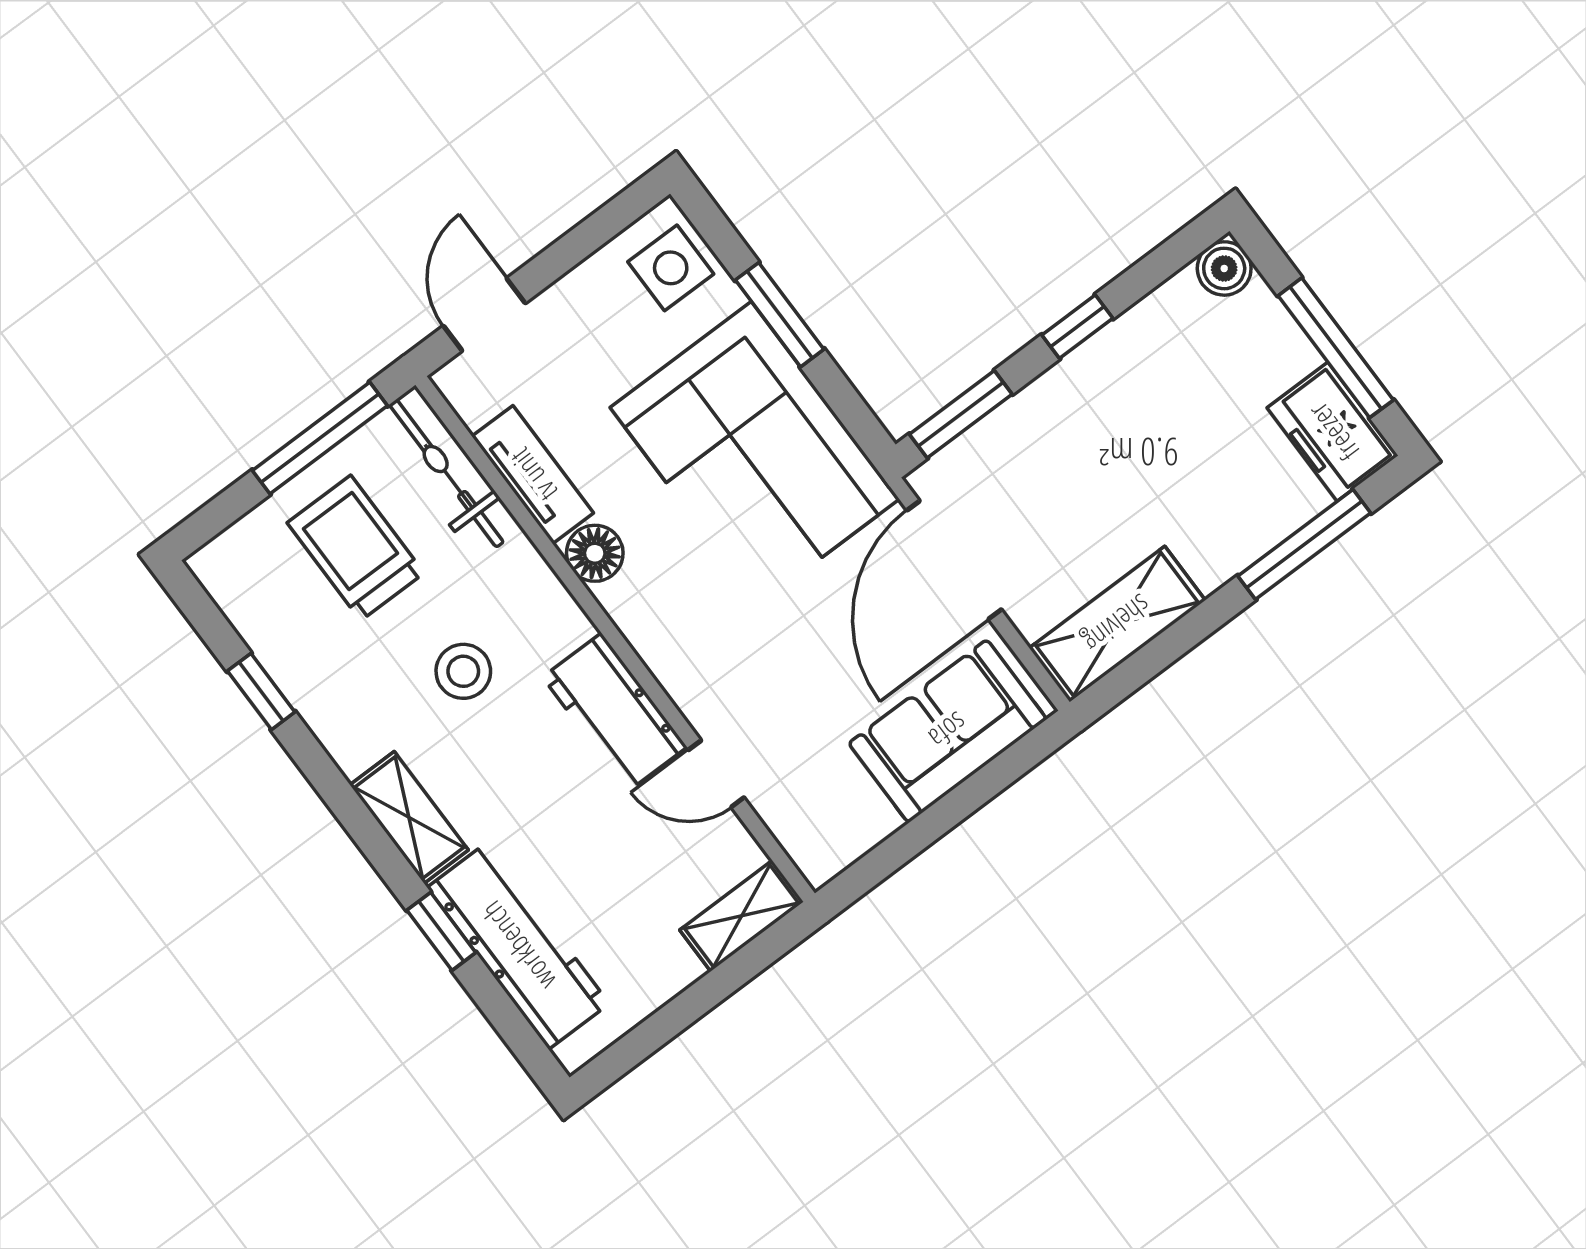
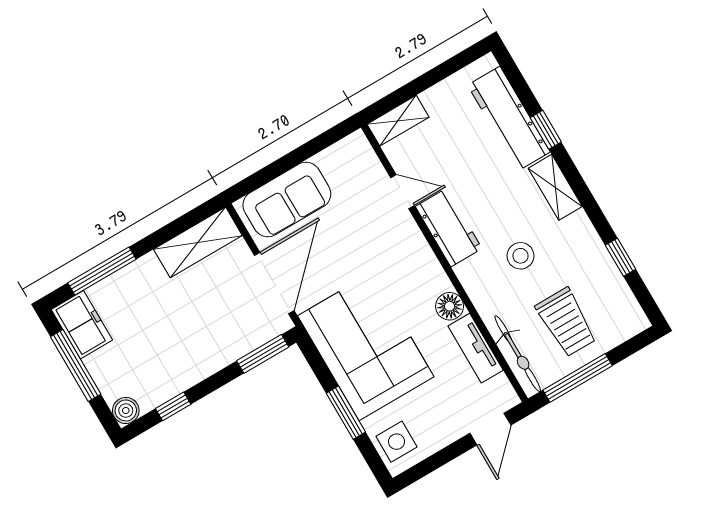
window: (1077, 327) -> (173, 406), moved

